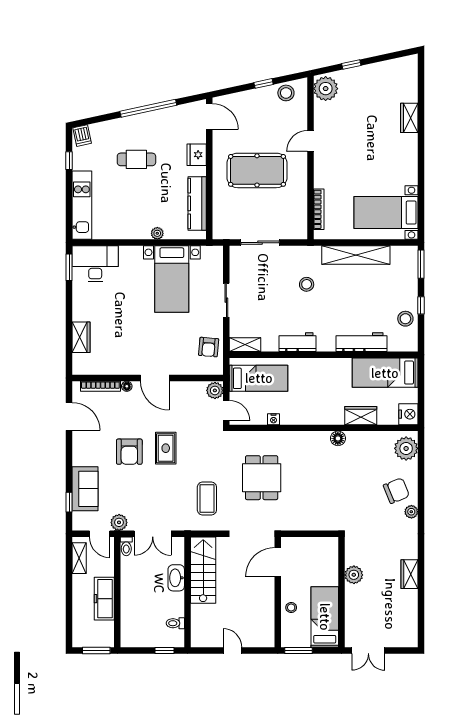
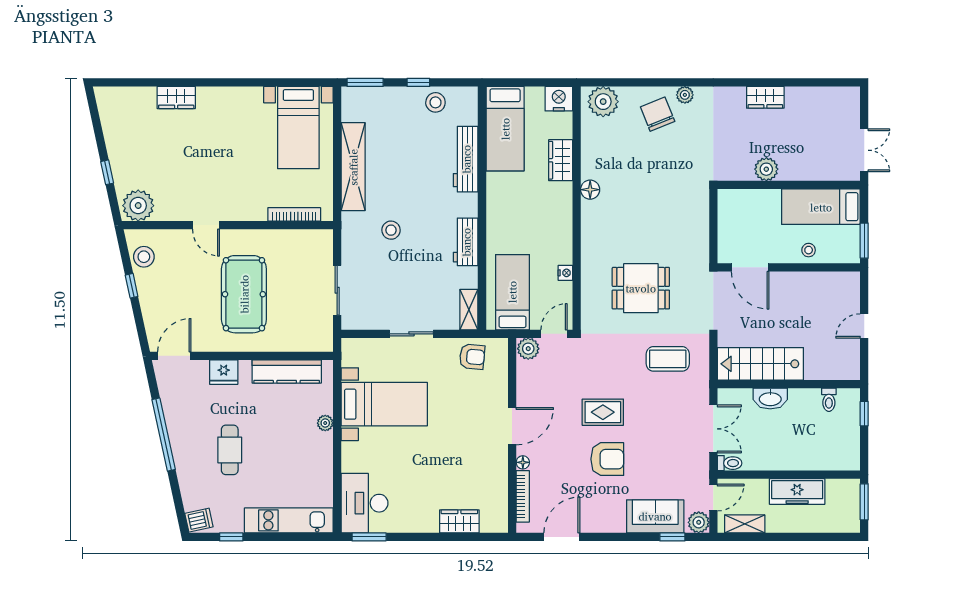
plant: (119, 522) -> (699, 522), moved

